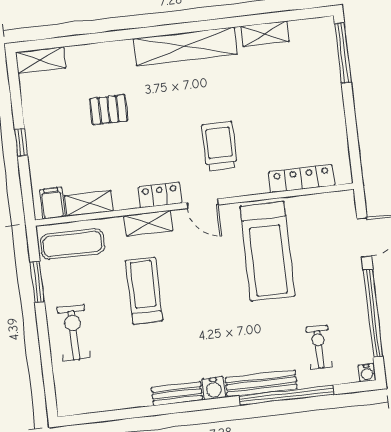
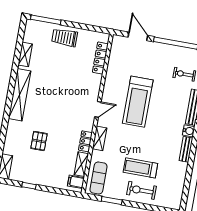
window: (21, 142) -> (29, 186), moved
trolley: (219, 146) -> (65, 37), moved
locker: (160, 195) -> (85, 141), moved
treadmill: (267, 251) -> (138, 102), moved, turned 90
treadmill: (144, 291) -> (140, 168), moved

